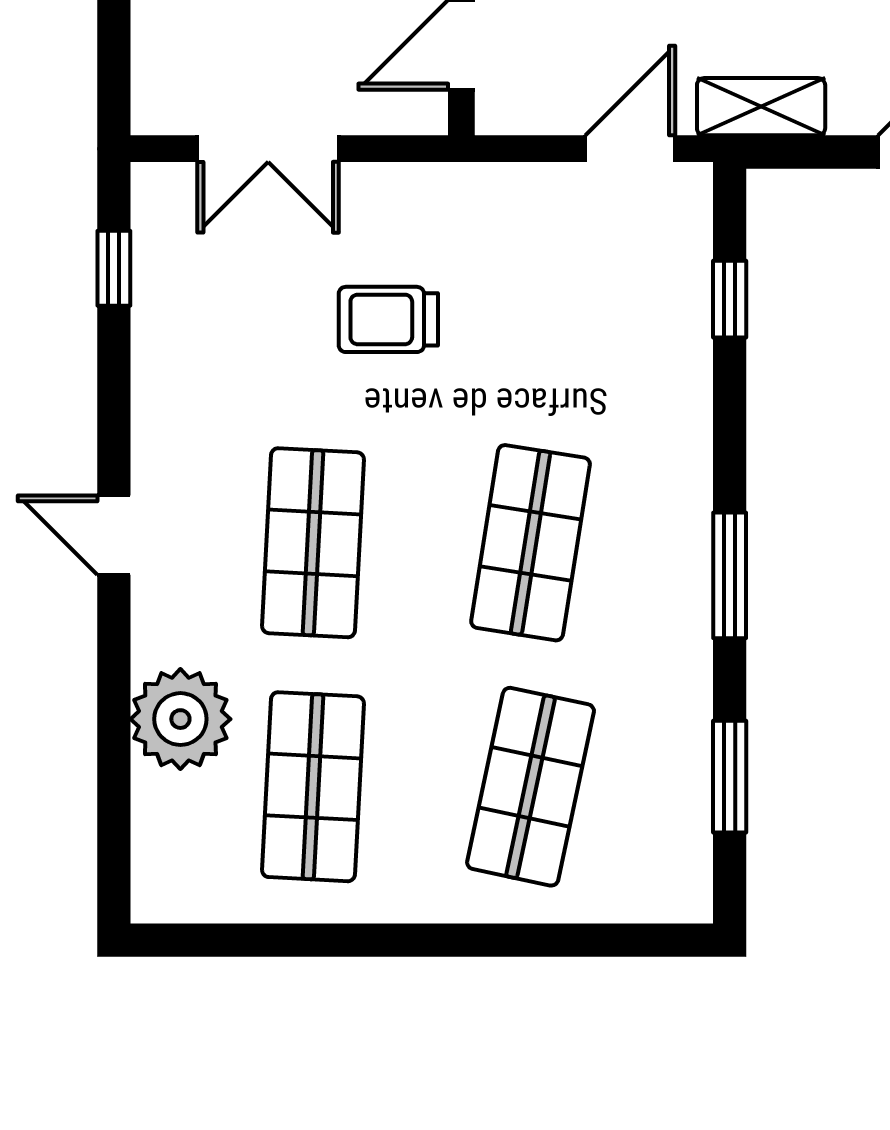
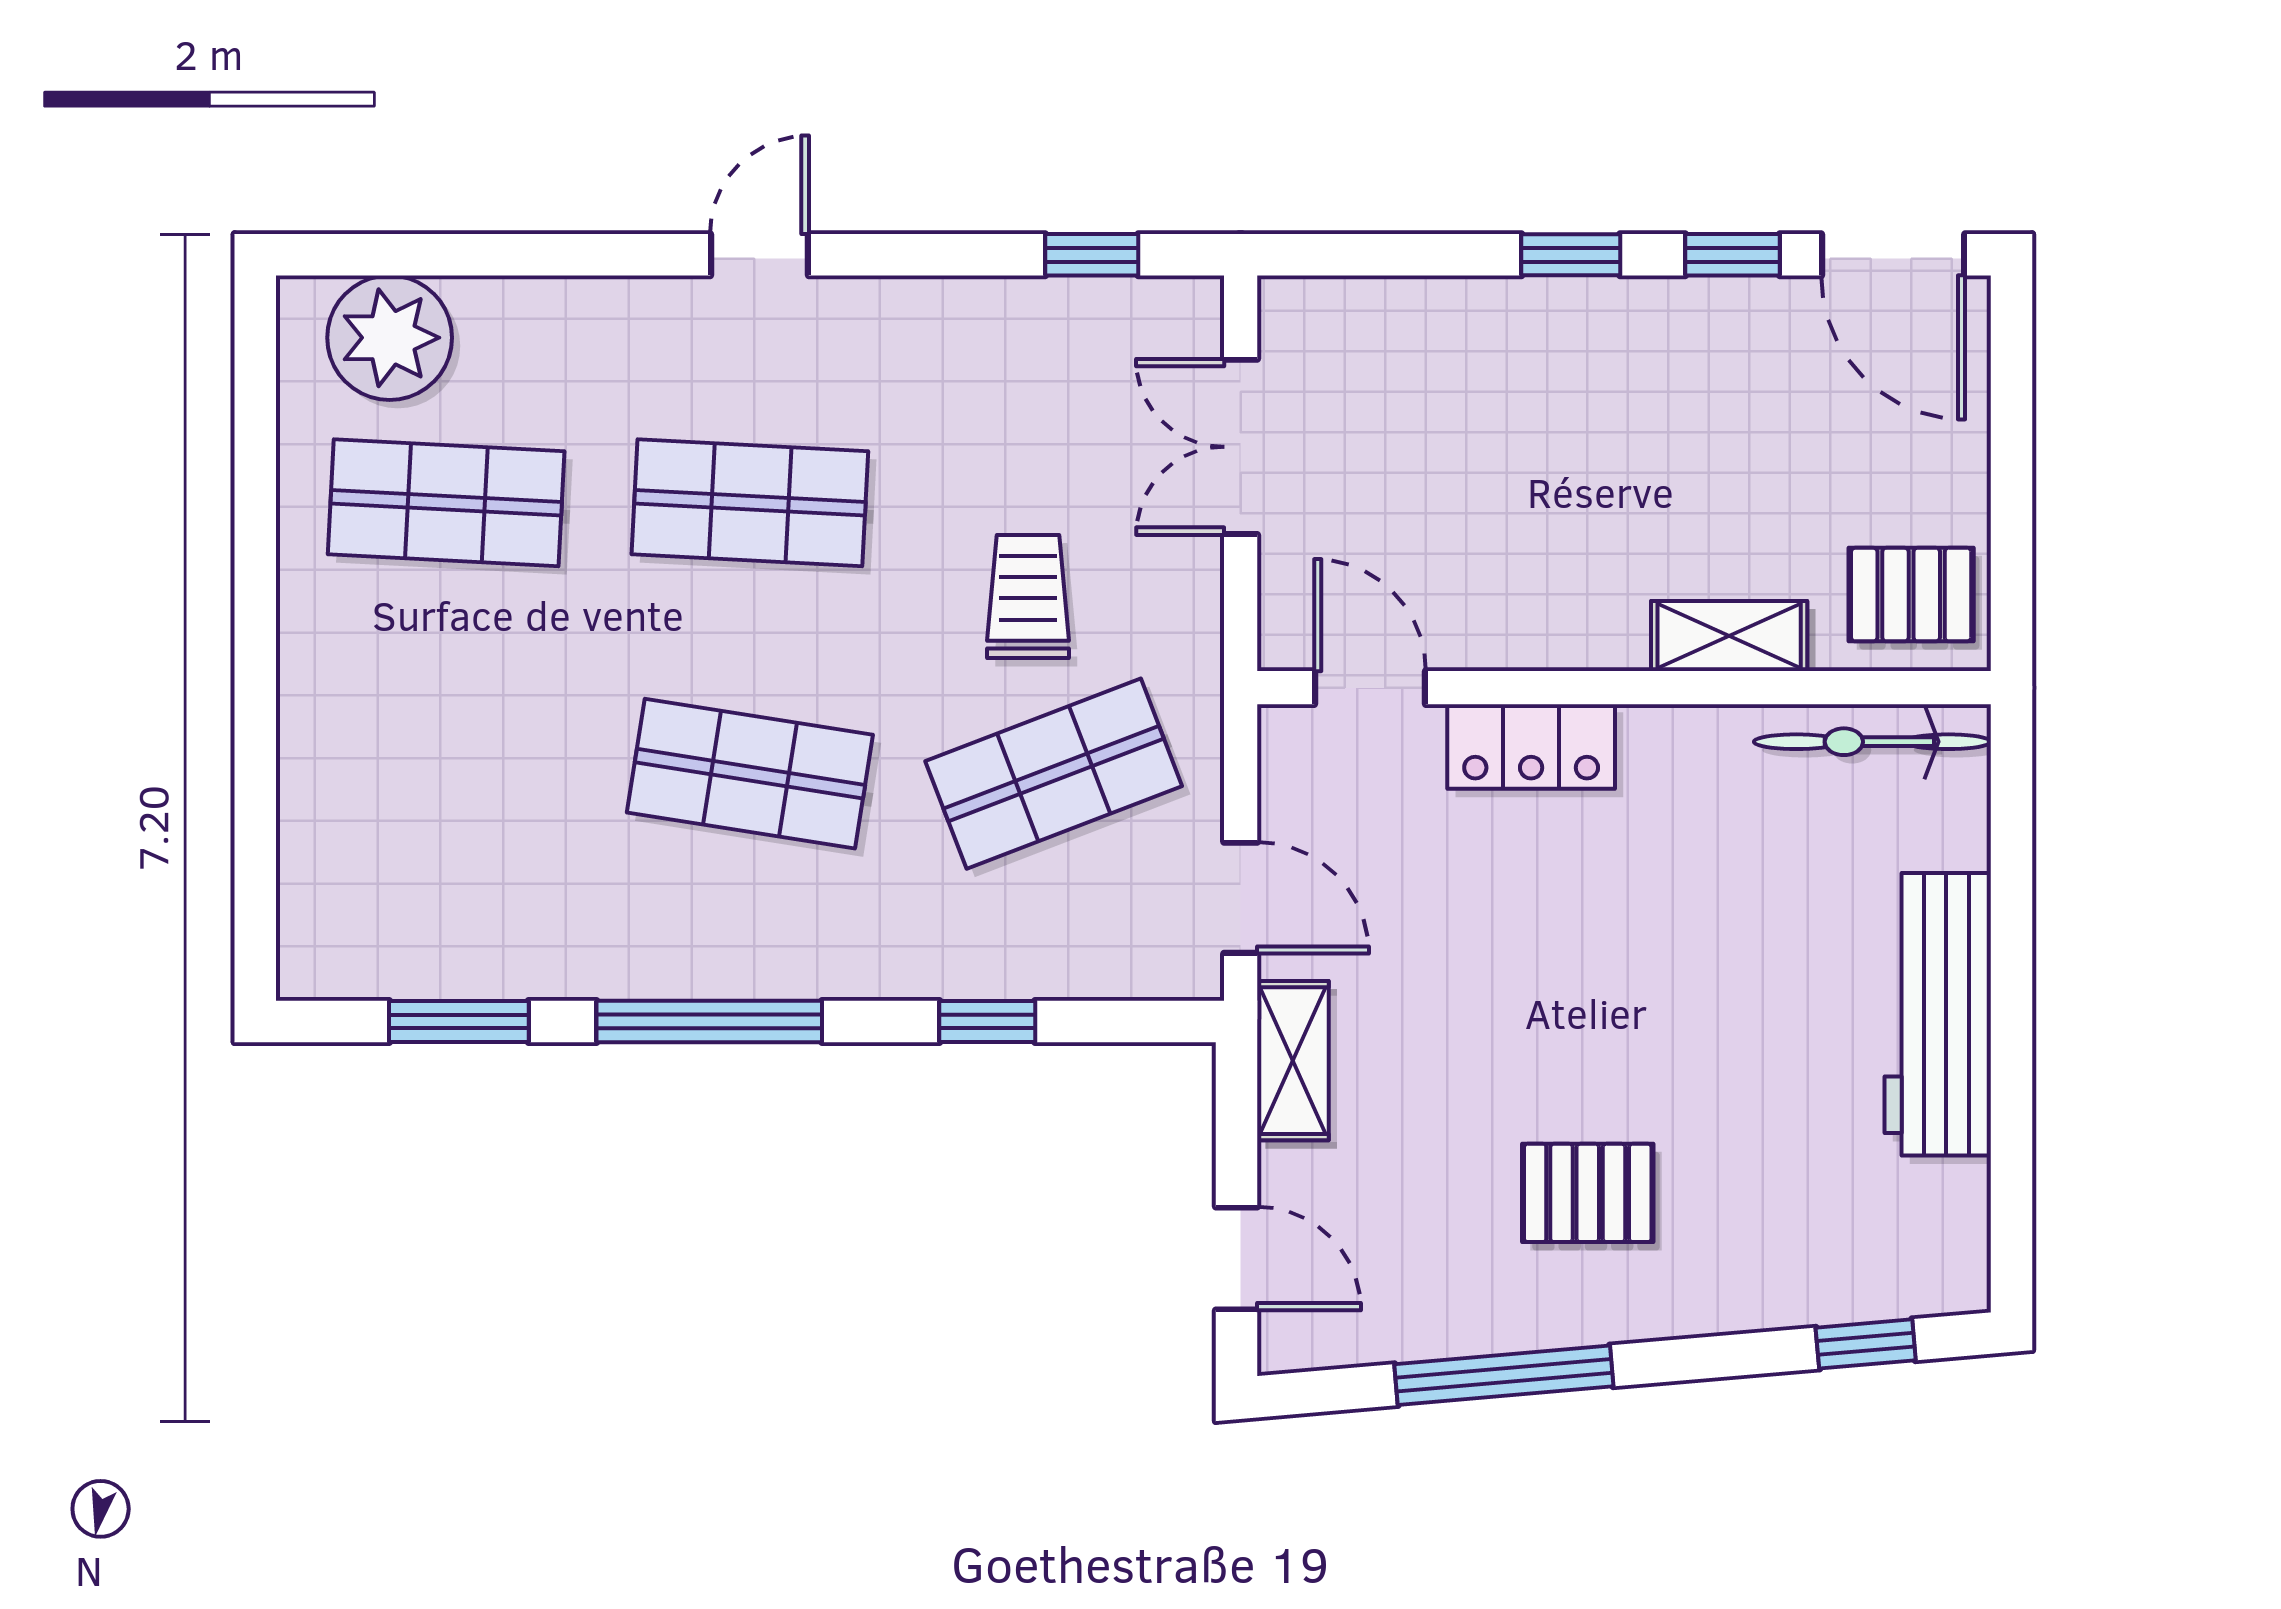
window: (730, 299) -> (987, 1022), moved
window: (730, 575) -> (709, 1022), width x1.44
plant: (180, 719) -> (390, 338), moved
shop shelf: (531, 787) -> (1054, 774), moved, turned -33

